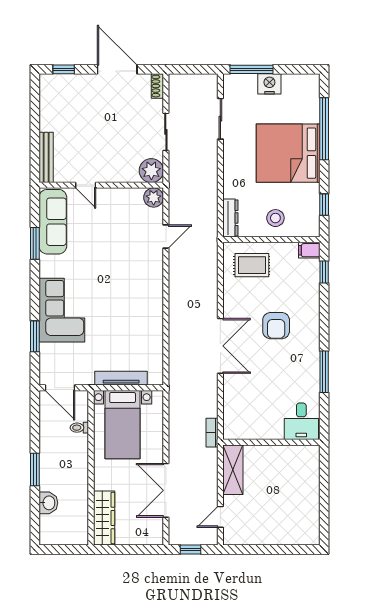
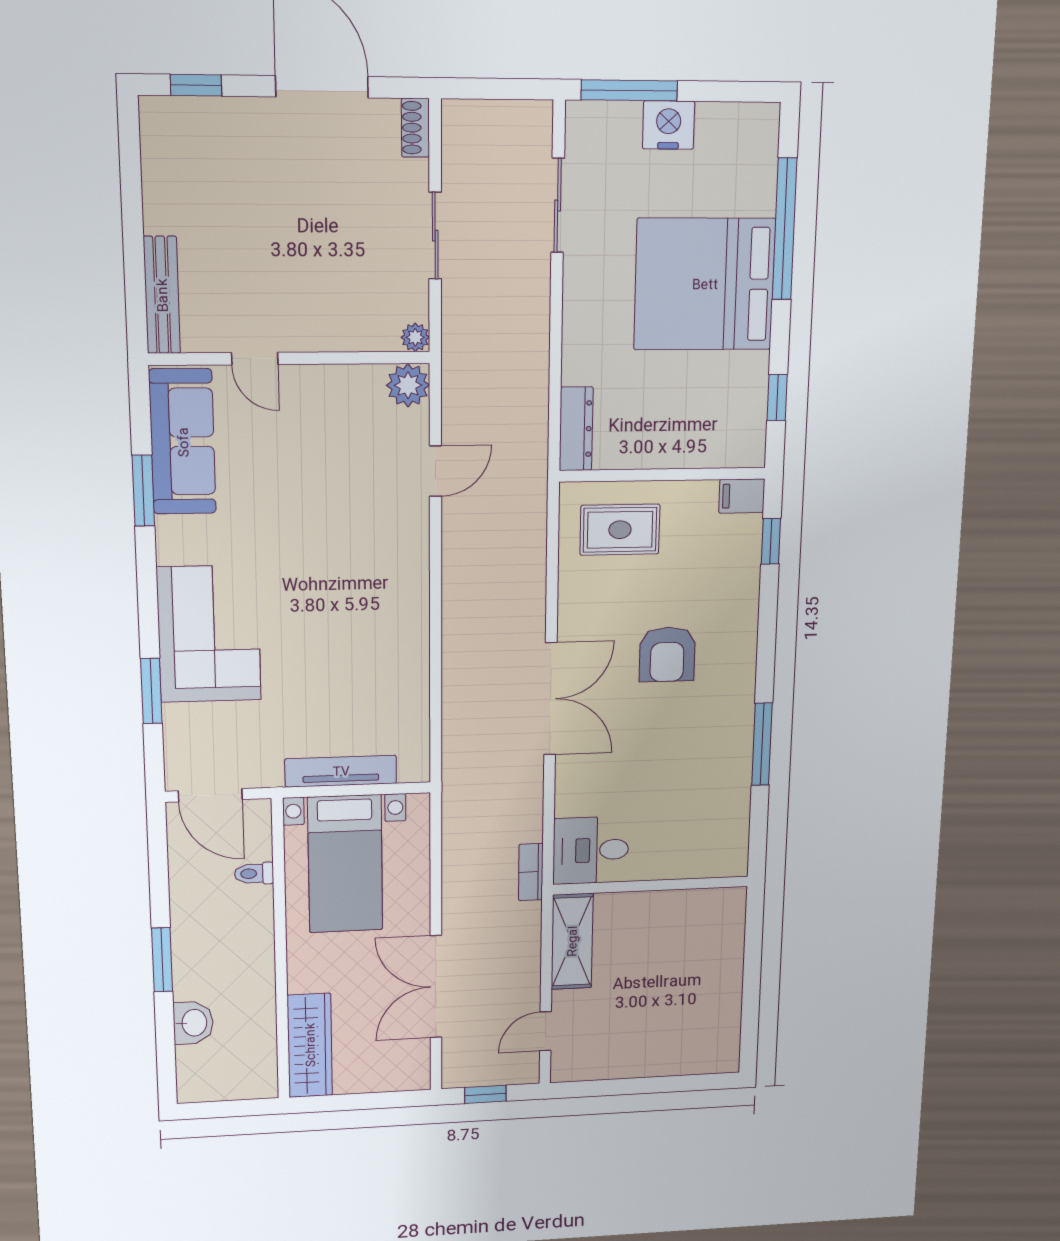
plant: (151, 171) -> (415, 337), width x0.53, depth x0.53
stool: (275, 218) -> (673, 428), removed
desk: (301, 421) -> (591, 850), moved, turned 90

